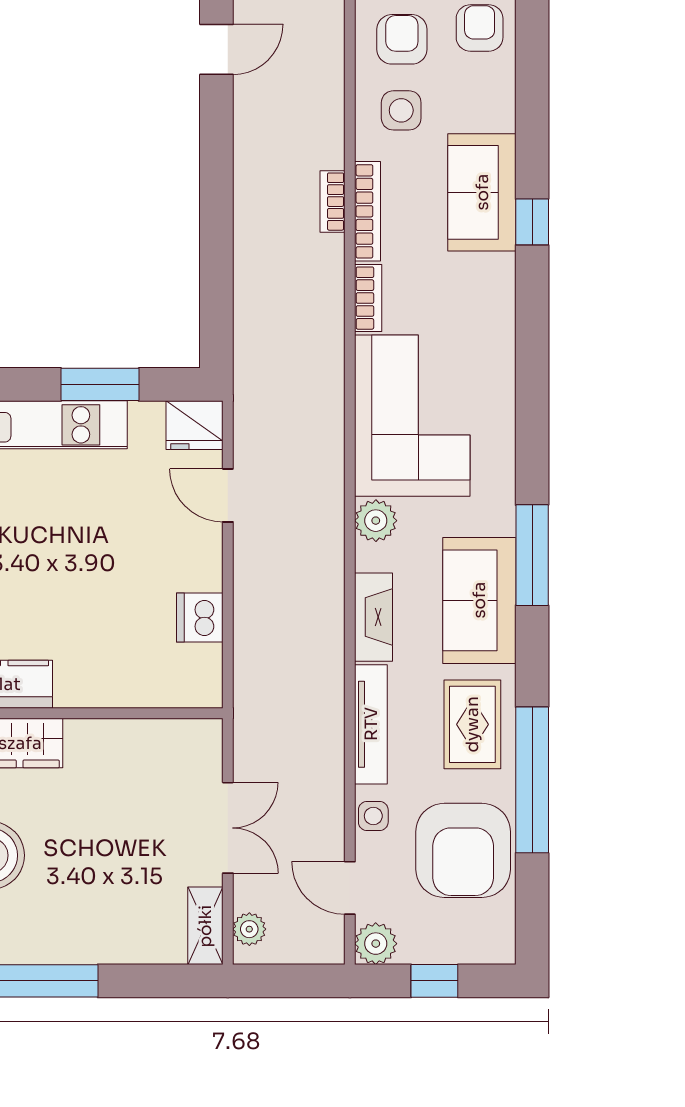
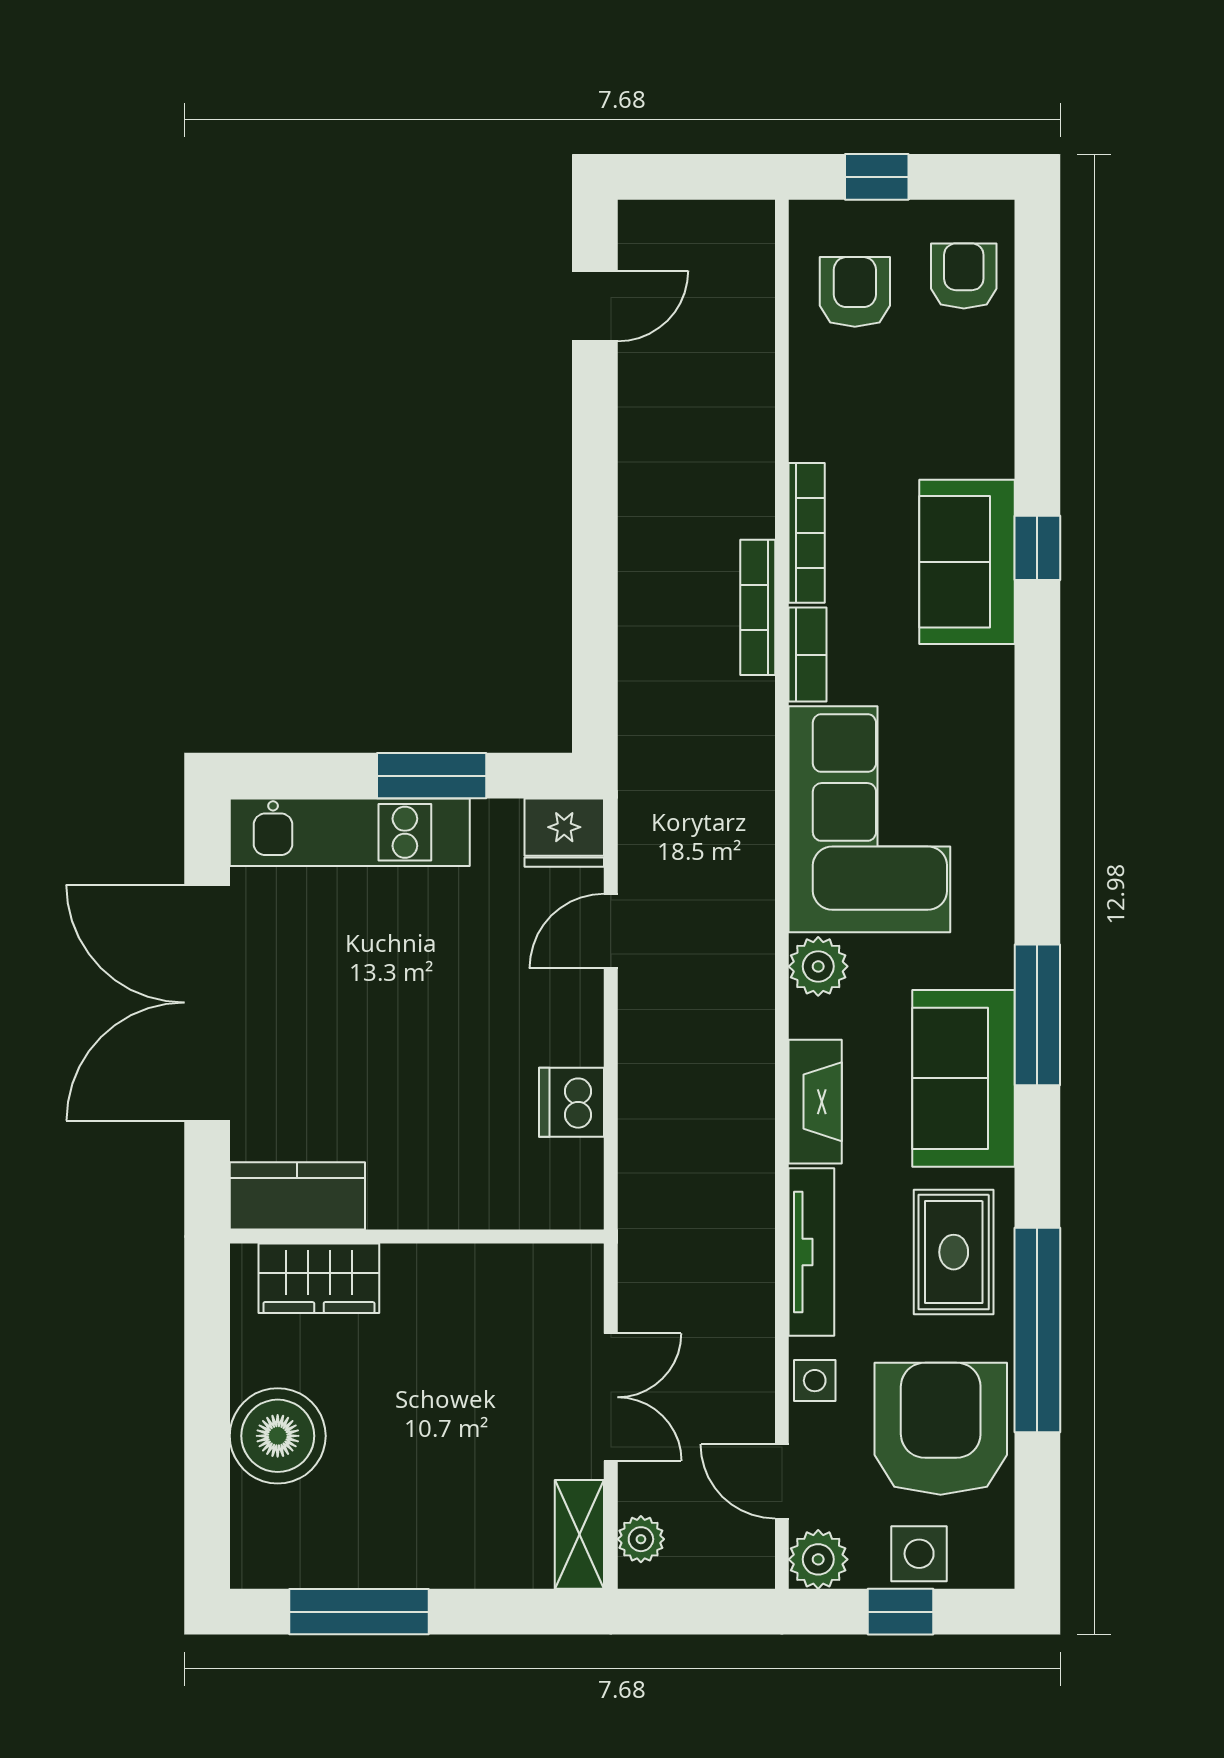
side table: (401, 110) -> (919, 1554), moved
sofa: (482, 192) -> (967, 562), moved
bookcase: (333, 202) -> (758, 607), moved, width x1.56
door: (228, 495) -> (611, 931), hinge flipped
armchair: (463, 850) -> (941, 1429), turned 180

